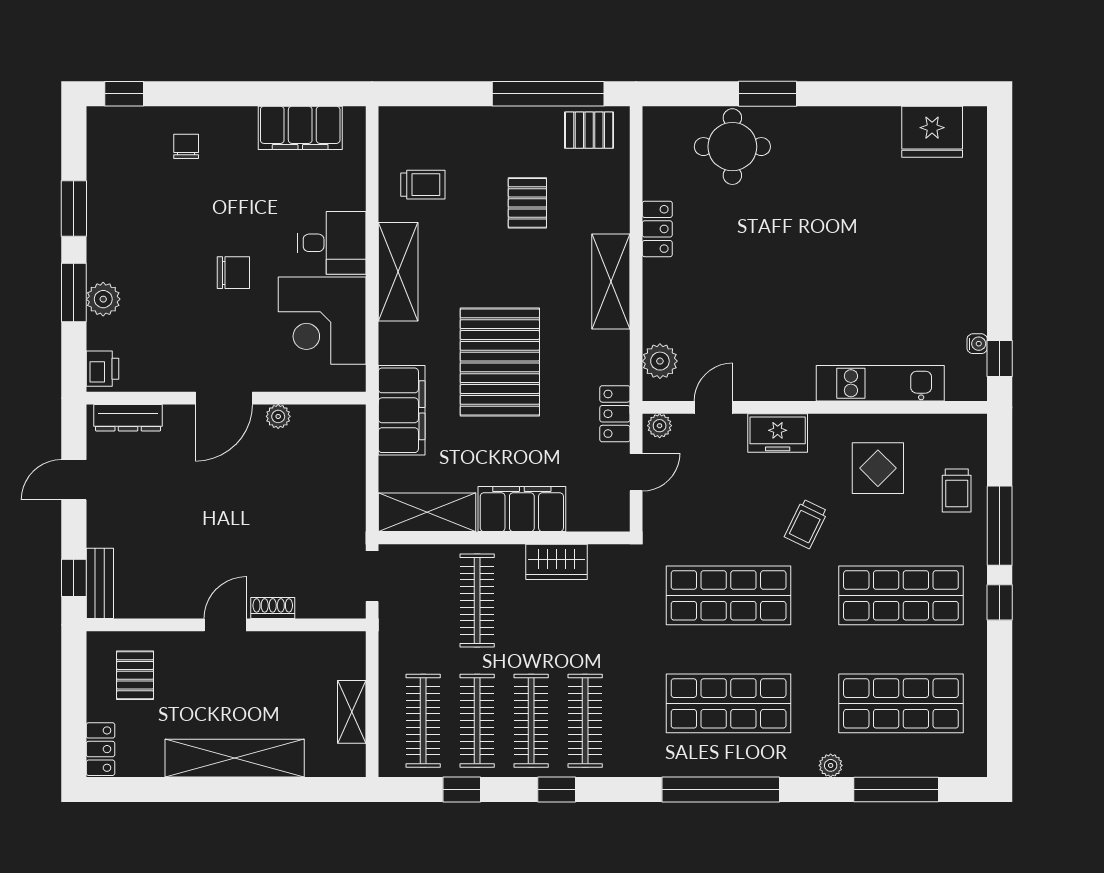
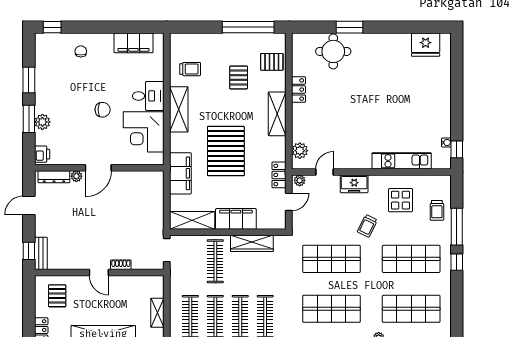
pallet: (589, 130) -> (272, 62), moved
plant: (278, 416) -> (76, 176), moved
wardrobe: (556, 562) -> (252, 243), width x1.50
door: (225, 625) -> (99, 273), swing flipped

